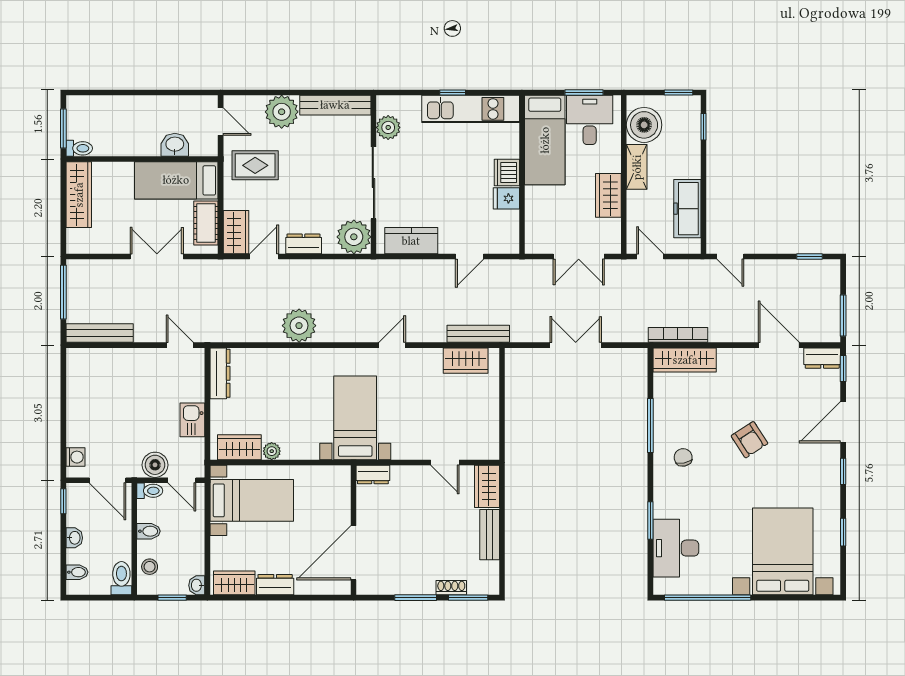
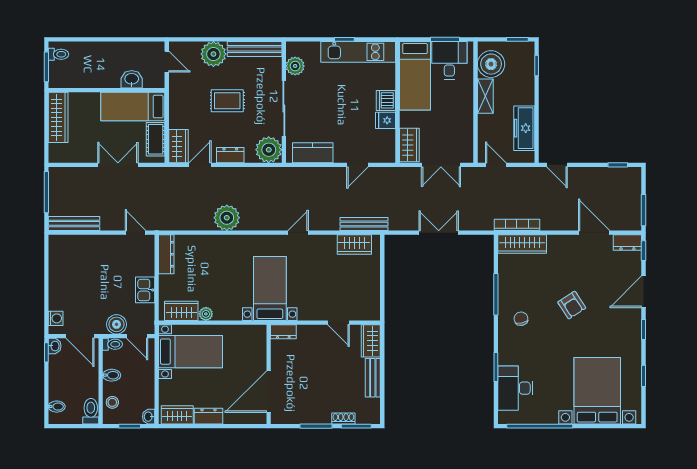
toilet: (79, 148) -> (58, 54), moved
rug: (255, 165) -> (227, 101), moved
wardrobe: (608, 195) -> (409, 145), moved, turned 180
washbasin: (74, 538) -> (55, 346), moved

